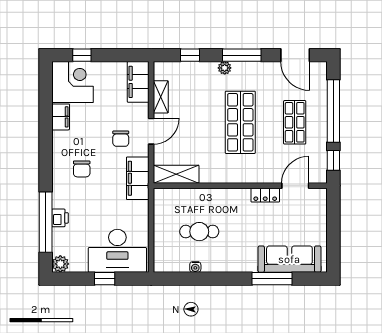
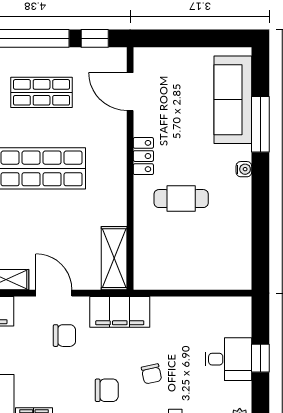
locker: (265, 195) -> (143, 156), moved
chair: (93, 201) -> (151, 374), added
cafe table: (199, 232) -> (181, 199), moved, turned 90
desk: (117, 251) -> (228, 359), width x0.53, depth x0.77
water cooler: (195, 267) -> (244, 169), moved

